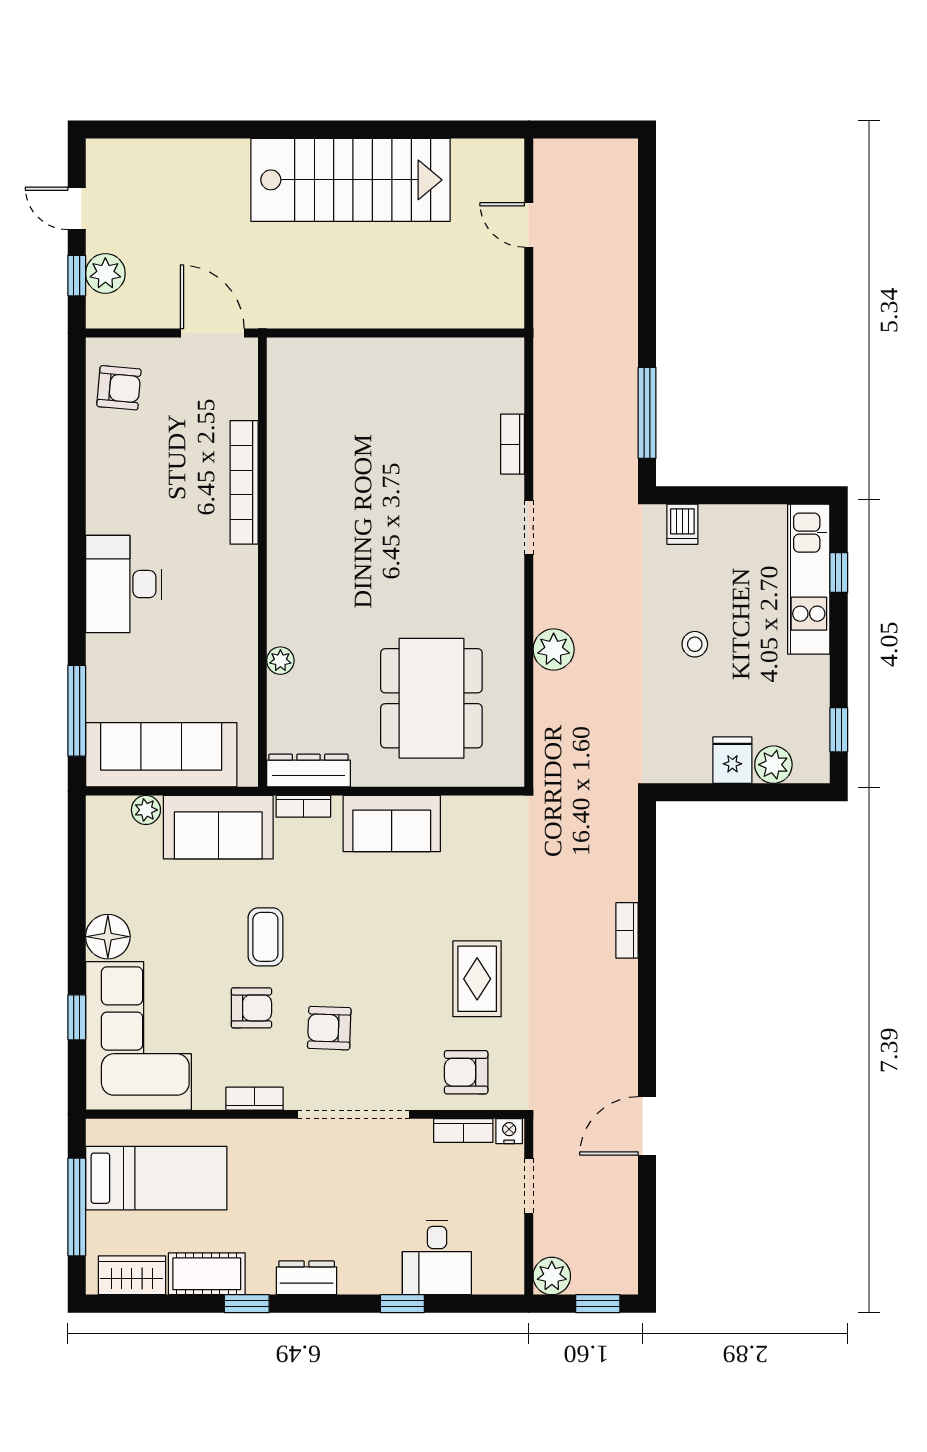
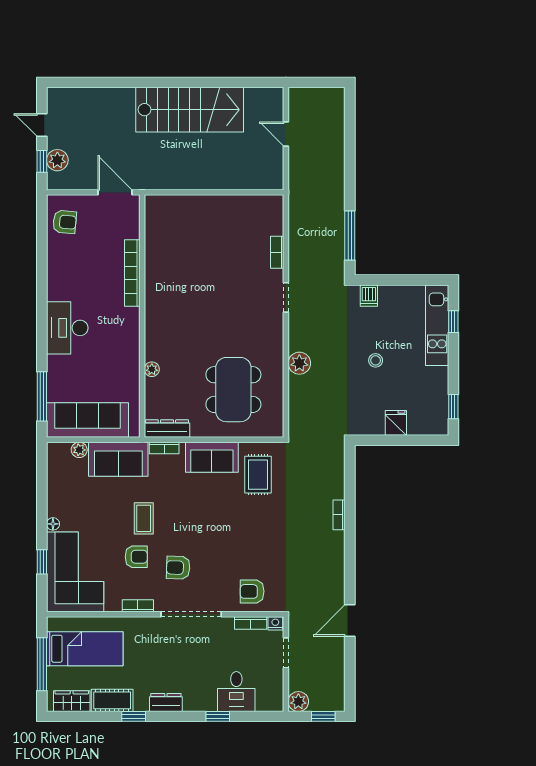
plant: (773, 765) -> (418, 425), removed
floor lamp: (108, 937) -> (53, 524), width x0.53, depth x0.53
rug: (477, 979) -> (258, 475), moved

